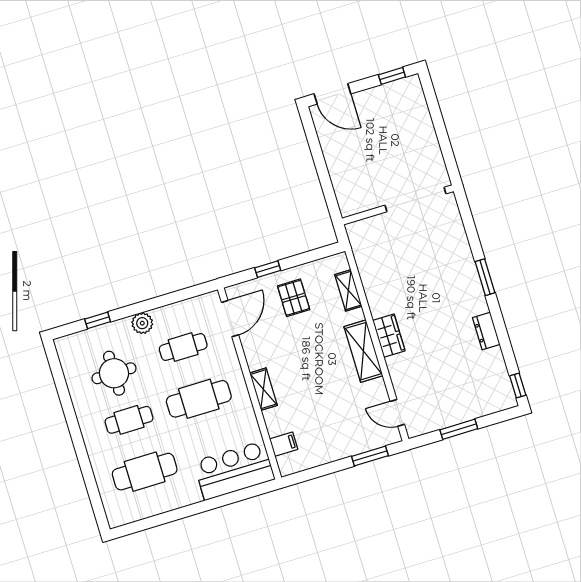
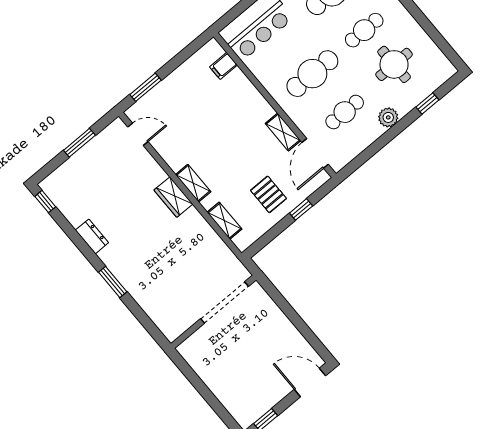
doorway: (415, 200) -> (225, 303), moved
shelving: (363, 351) -> (193, 183), width x0.67, depth x0.75
shelving: (263, 389) -> (283, 132), moved

